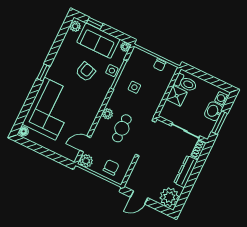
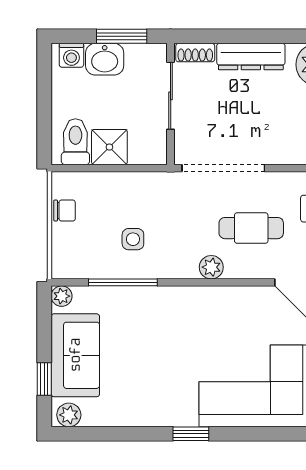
side table: (112, 71) -> (121, 300), removed
armchair: (86, 72) -> (149, 351), removed
cafe table: (122, 128) -> (251, 228), moved

